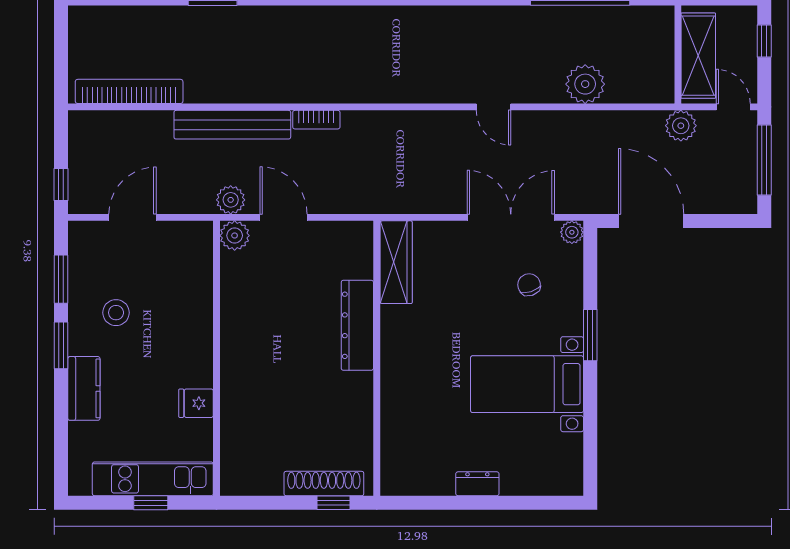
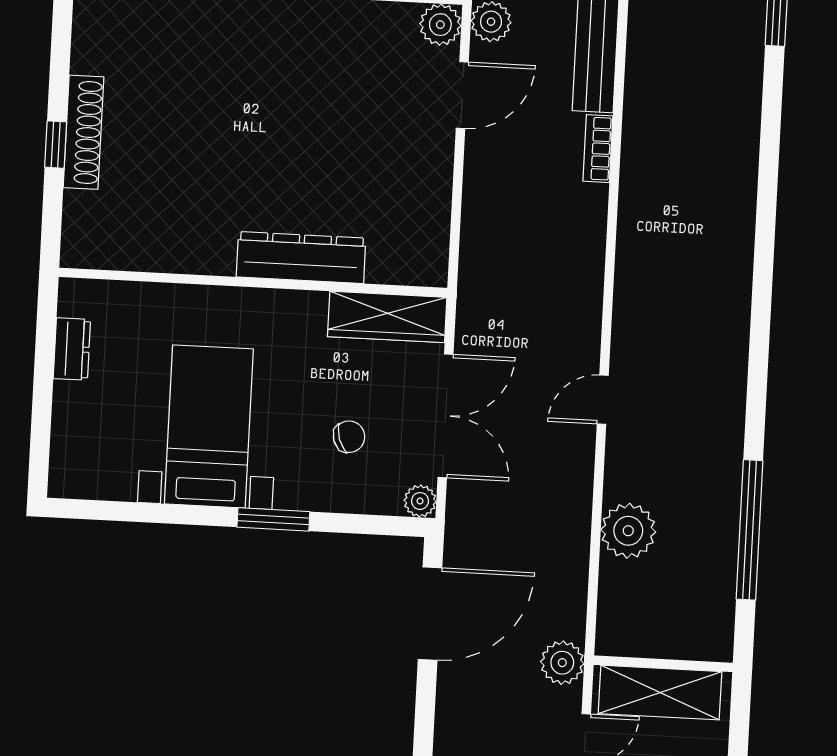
wardrobe: (396, 262) -> (387, 317), moved
dresser: (357, 325) -> (301, 258), moved
wall: (377, 358) -> (253, 282), moved

